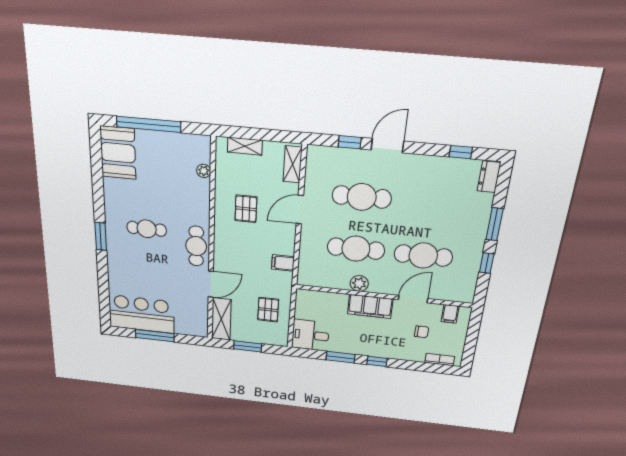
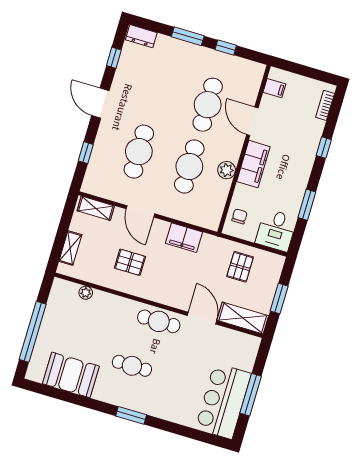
door: (387, 146) -> (100, 103), moved
booth: (118, 153) -> (71, 375), moved
cafe table: (147, 229) -> (132, 366), turned 90
filing cabinet: (283, 263) -> (184, 238), width x2.00
pallet: (268, 310) -> (240, 267), turned 90
chair: (422, 332) -> (239, 216), moved
window: (377, 361) -> (324, 148), moved

